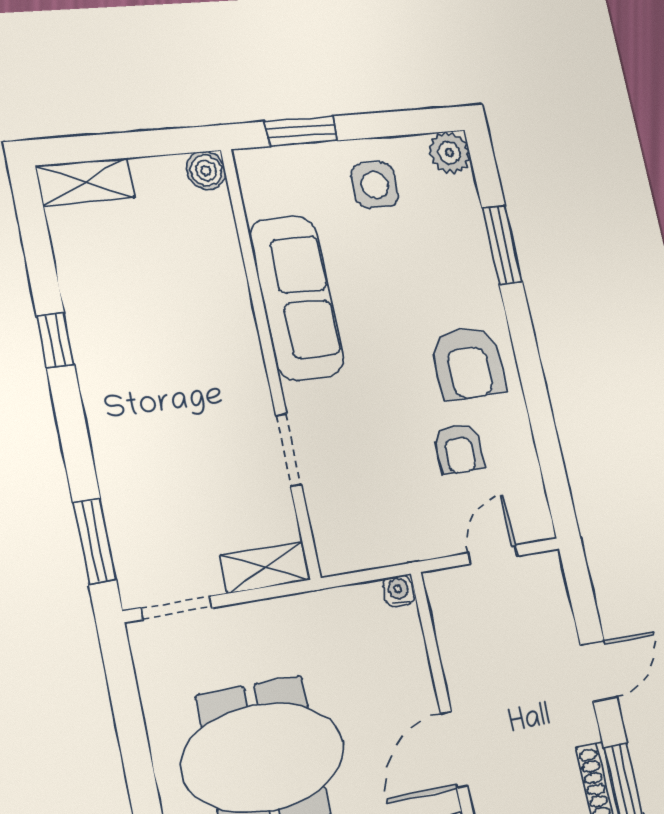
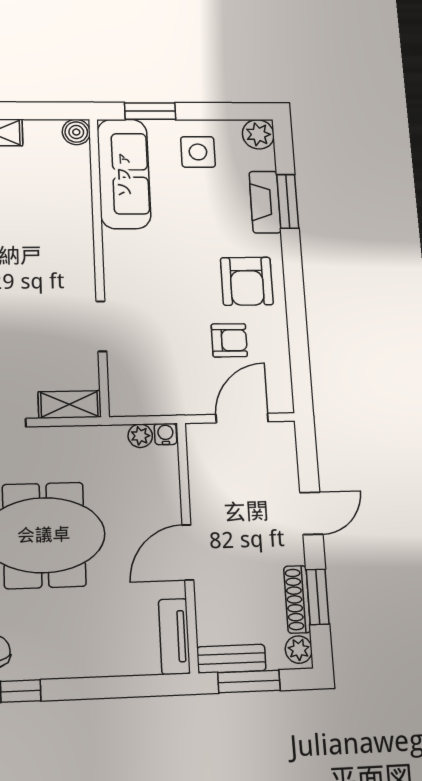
fireplace: (473, 249) -> (265, 202), added
sofa: (297, 298) -> (124, 174), moved
armchair: (459, 449) -> (229, 340), turned -90
door: (492, 555) -> (242, 418), width x1.37
plant: (366, 598) -> (140, 436), added

